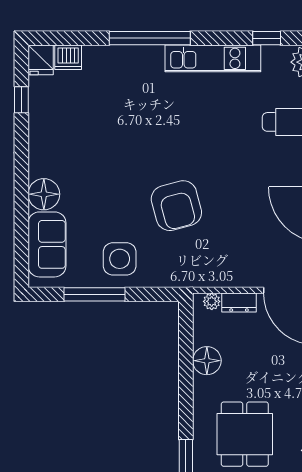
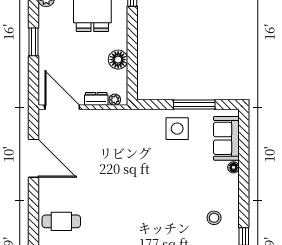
stool: (65, 127) -> (214, 218), added
floor lamp: (44, 194) -> (234, 167), width x0.53, depth x0.53
armchair: (176, 206) -> (139, 165), removed

